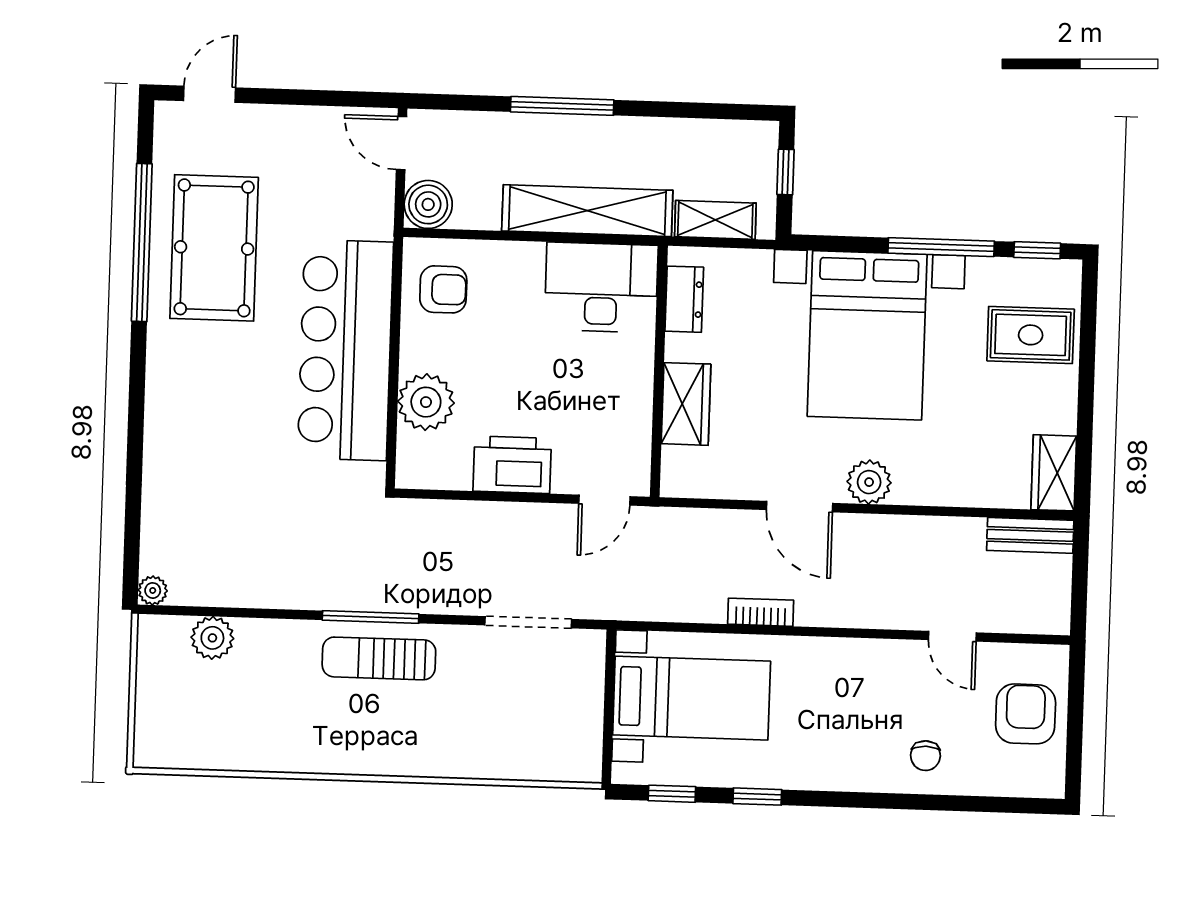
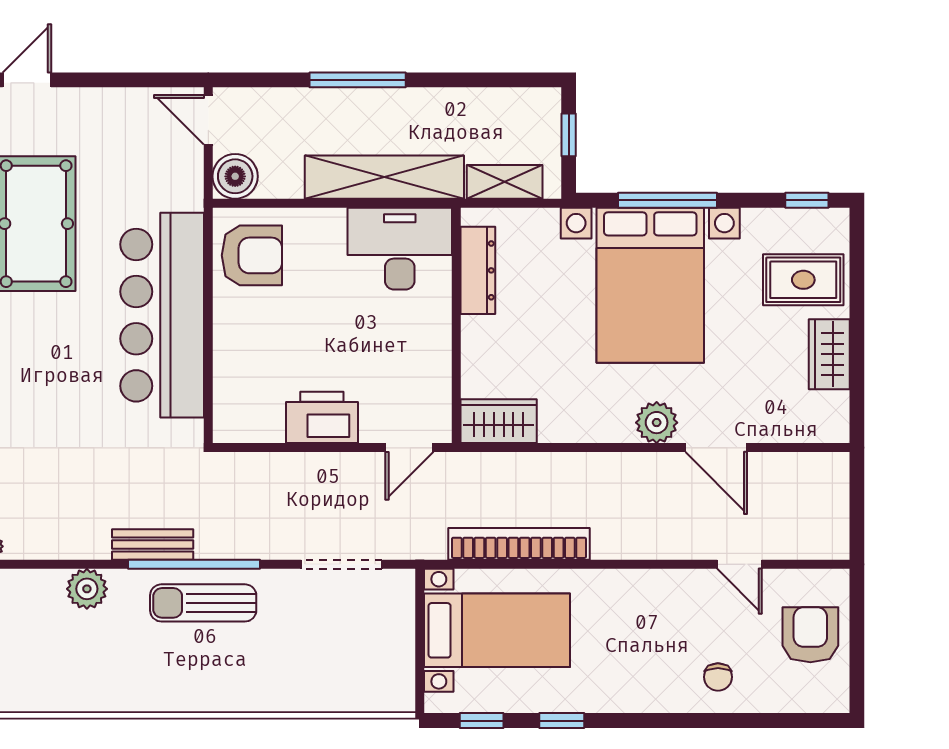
window: (941, 247) -> (668, 200), moved
armchair: (443, 289) -> (252, 255), width x1.38, depth x1.38
dresser: (684, 299) -> (478, 270), width x1.44
plant: (426, 402) -> (239, 361), removed
wardrobe: (686, 404) -> (499, 421), moved, turned -90
wardrobe: (1054, 473) -> (829, 354), moved
door: (800, 507) -> (716, 448), moved
bench: (1030, 535) -> (153, 545), moved
bookcase: (761, 612) -> (519, 544), width x2.31, depth x1.31
window: (371, 617) -> (194, 564), width x1.46
plant: (212, 638) -> (87, 589), moved

